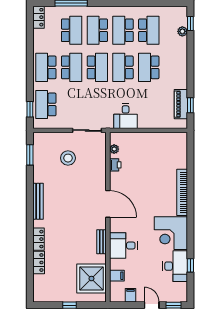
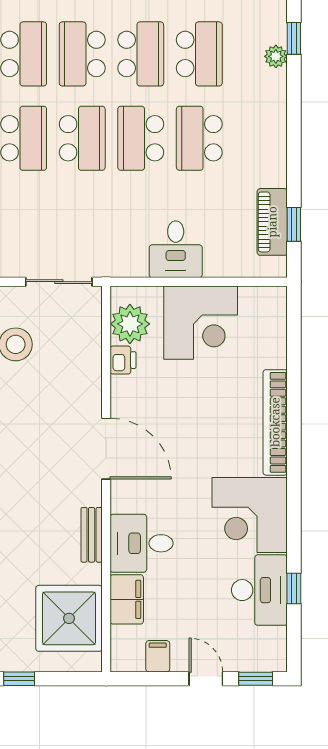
school desk: (123, 30) -> (141, 54), turned 180
desk: (126, 116) -> (176, 249), moved
corner desk: (149, 148) -> (201, 323), added
plant: (114, 149) -> (130, 324), width x1.88, depth x1.88
filing cabinet: (117, 276) -> (127, 599), width x2.00

